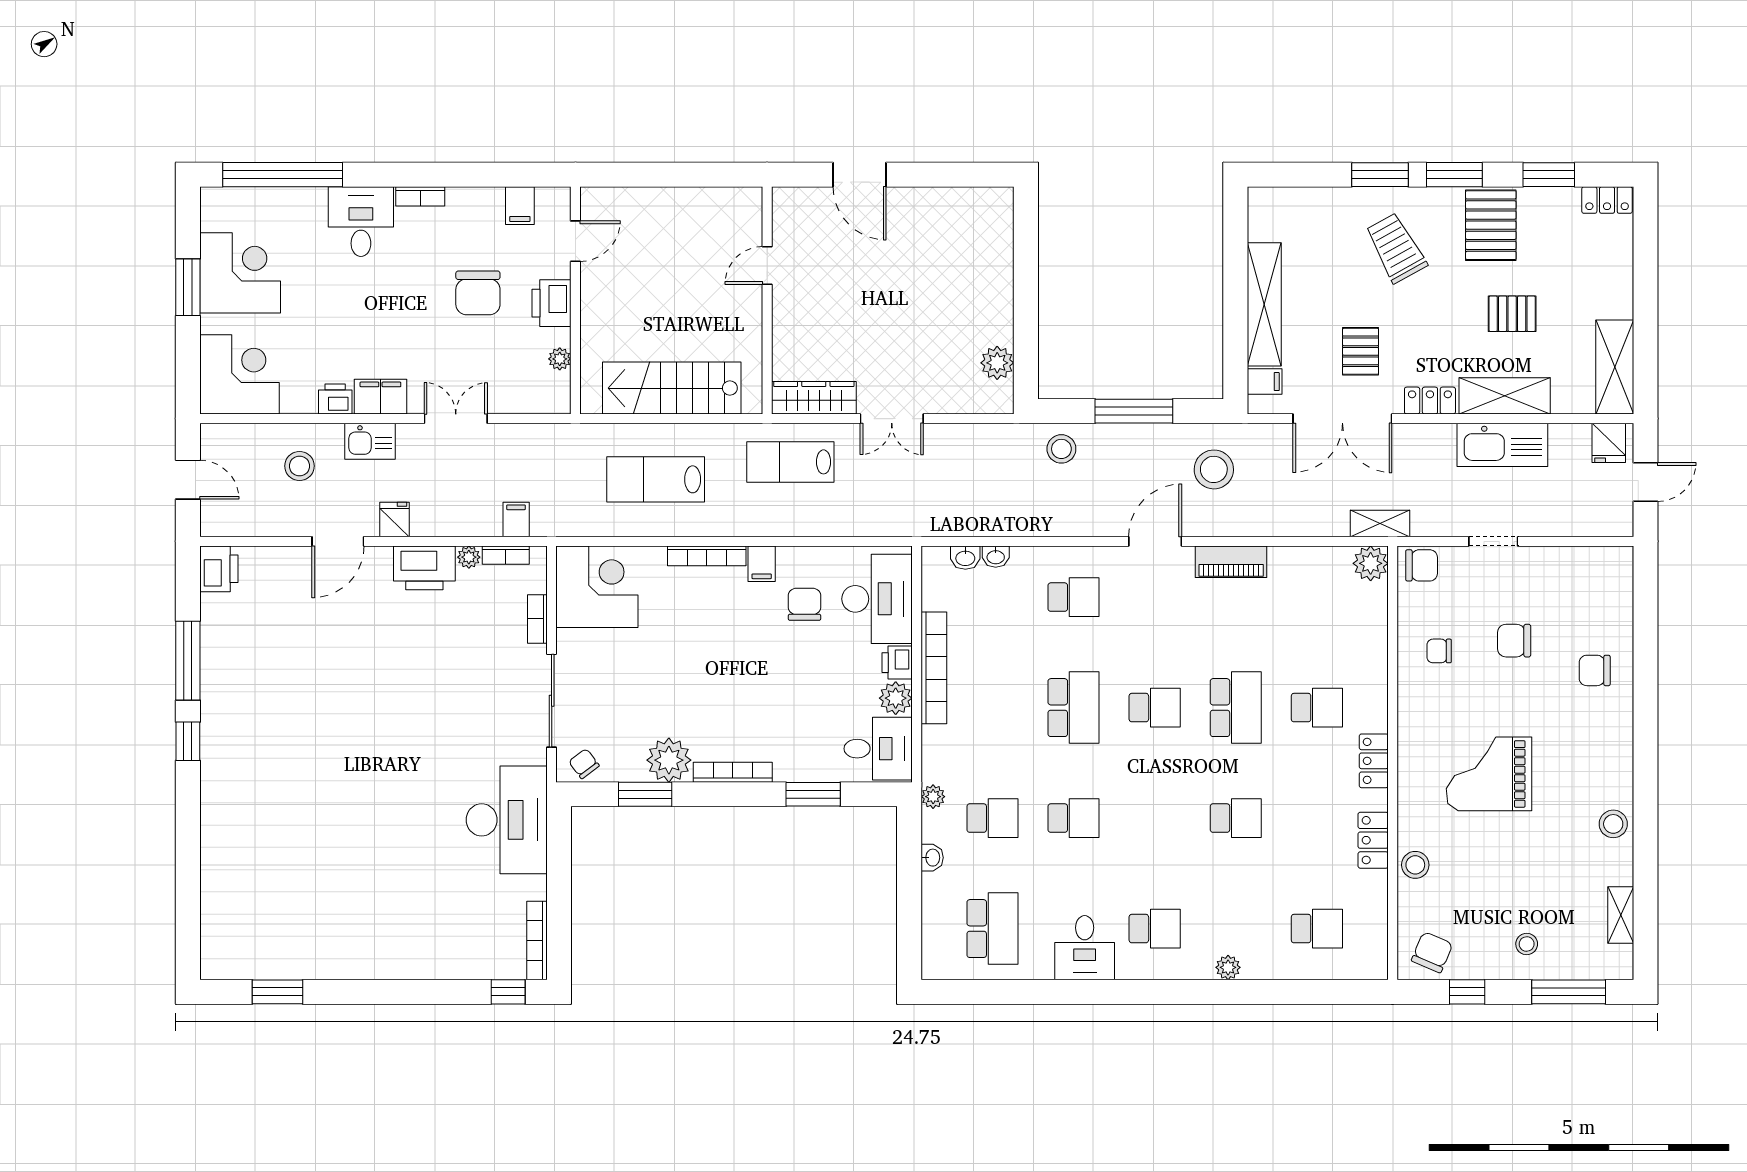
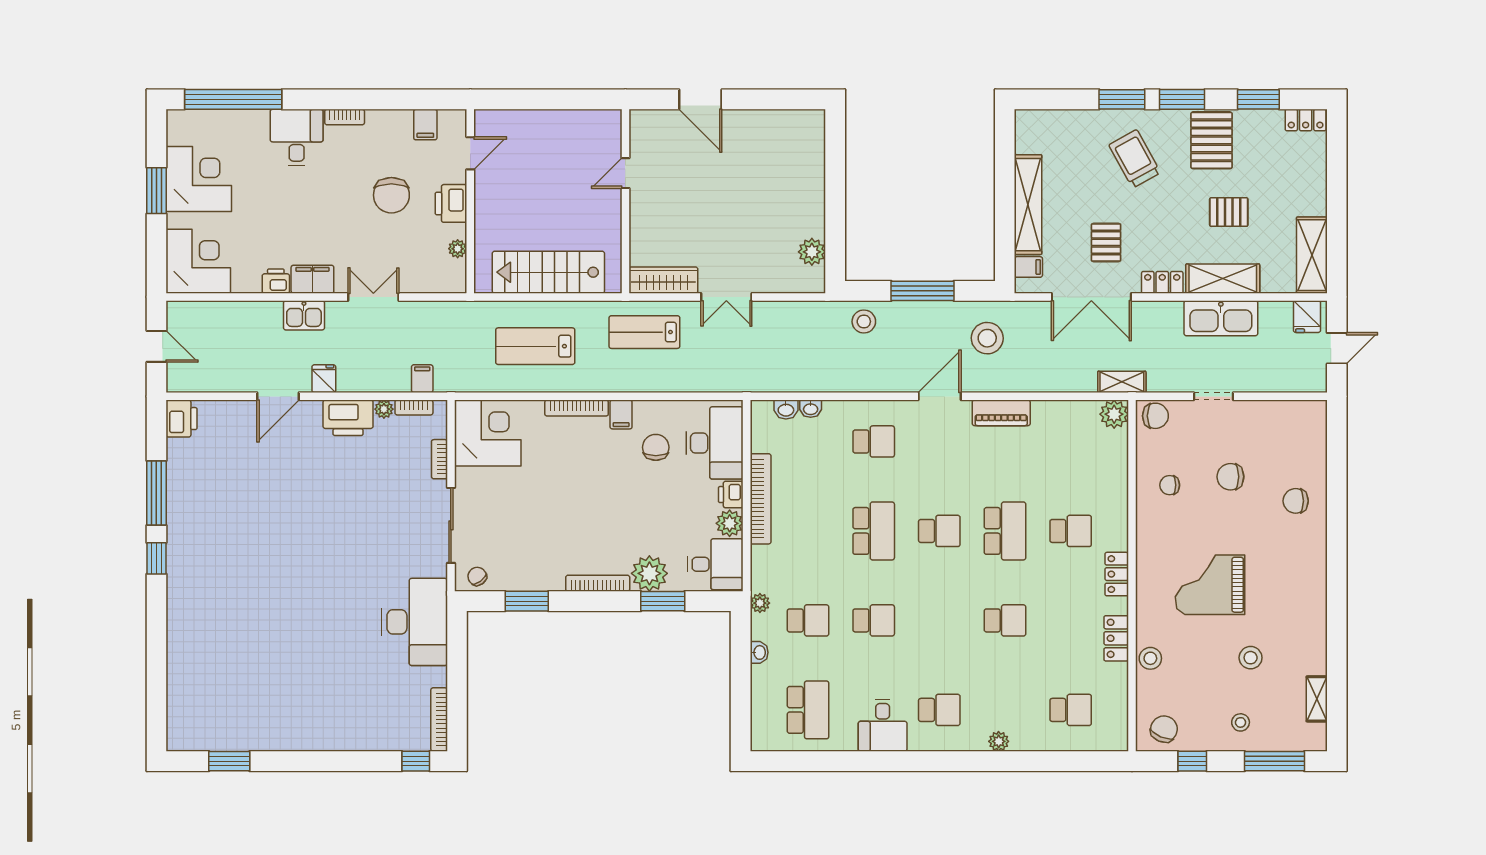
stool: (299, 466) -> (247, 335), removed
plant: (669, 760) -> (649, 573), moved
stool: (1613, 824) -> (1251, 658), moved

